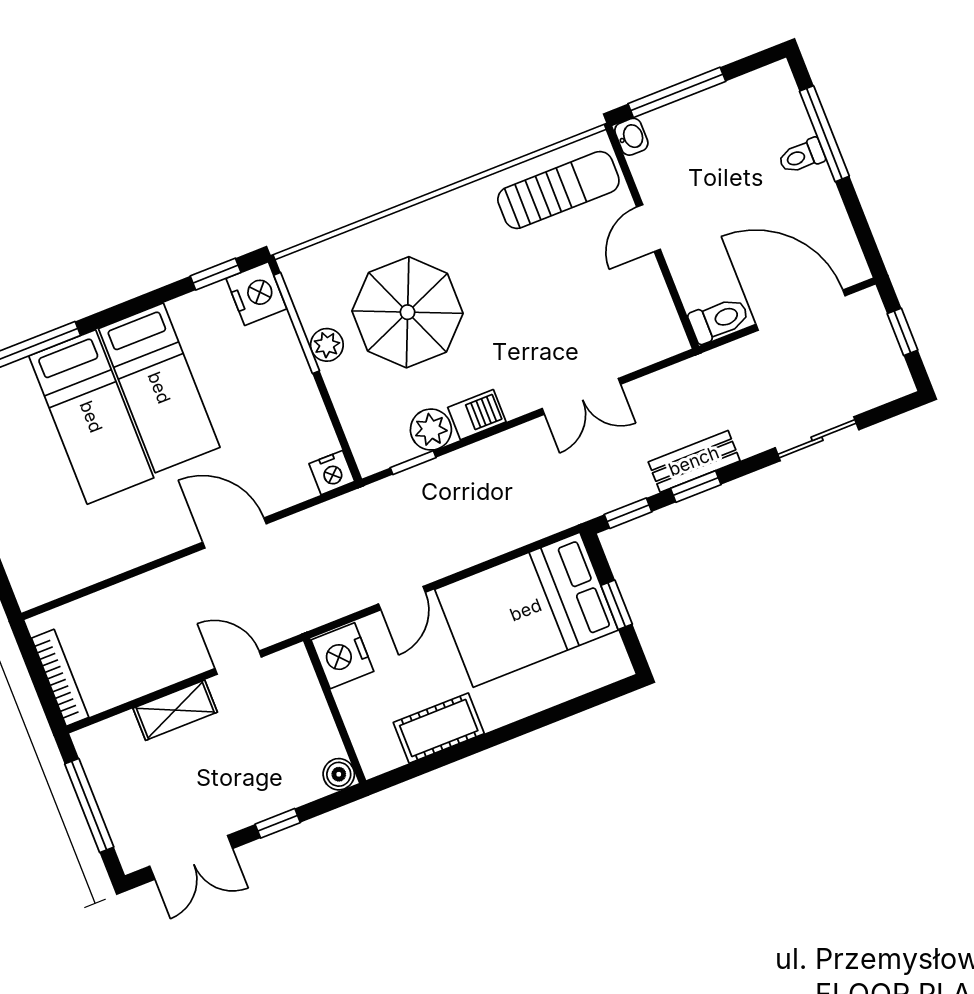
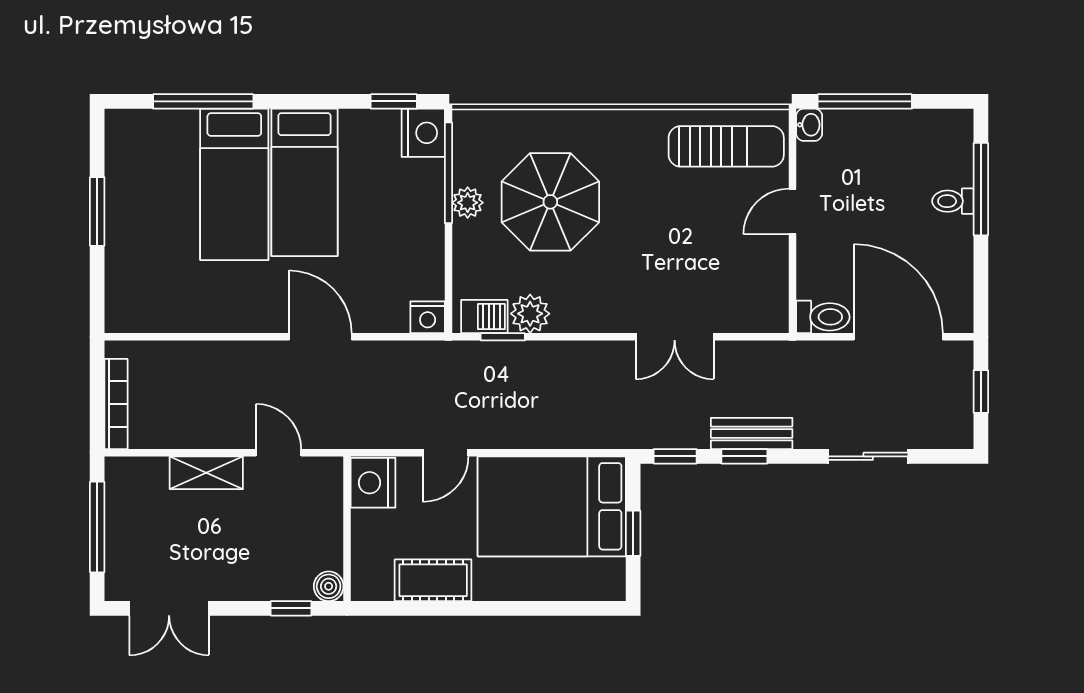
barbecue: (477, 415) -> (484, 317), moved
window: (278, 823) -> (291, 608), moved

